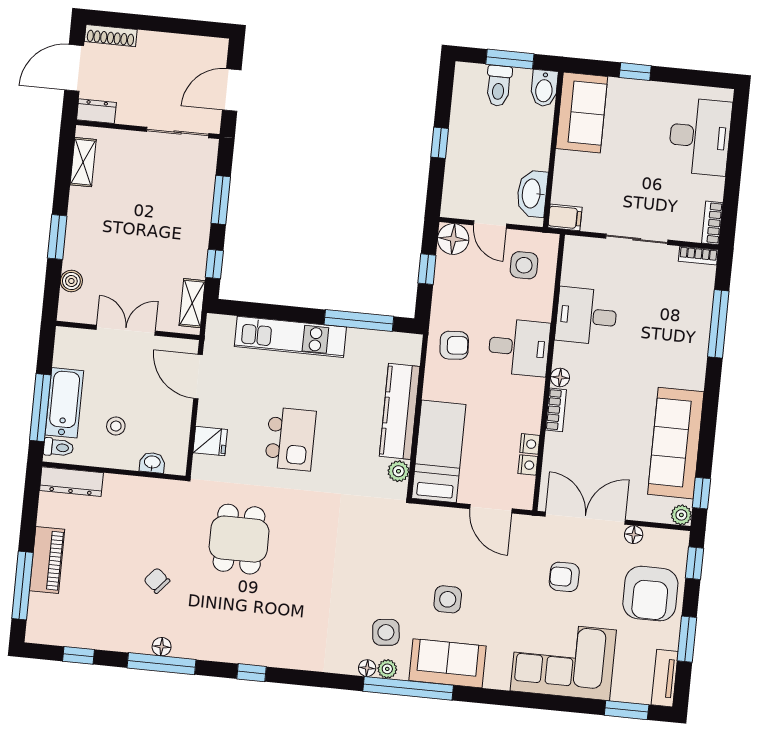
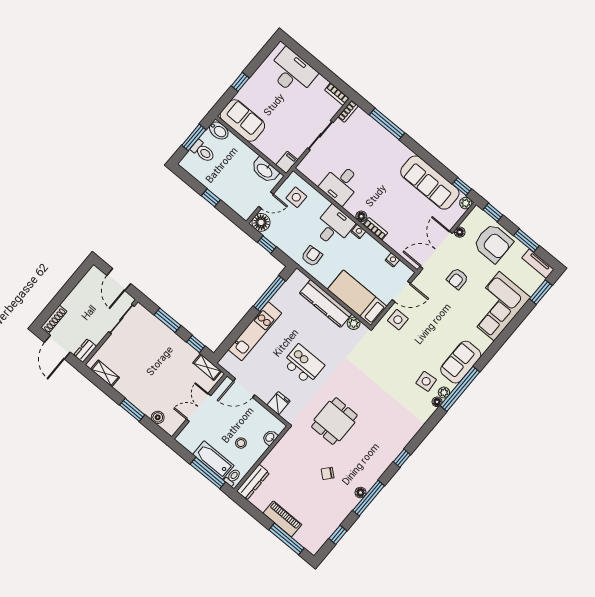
nightstand: (530, 444) -> (358, 232), moved
dining table: (239, 539) -> (334, 421), turned 90
side table: (448, 599) -> (398, 320), moved

